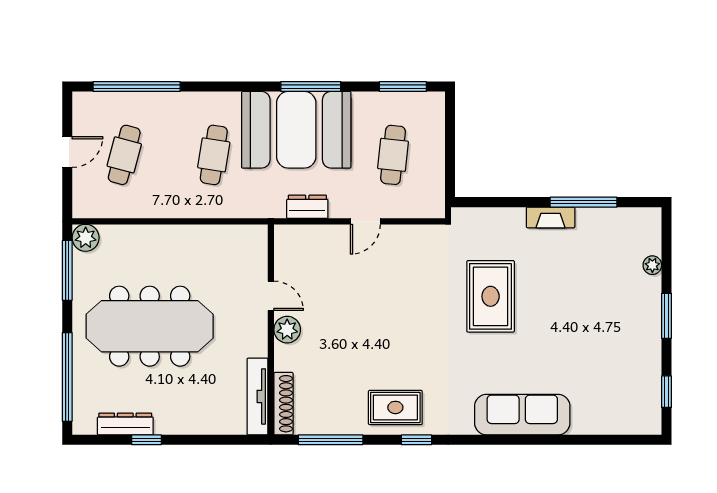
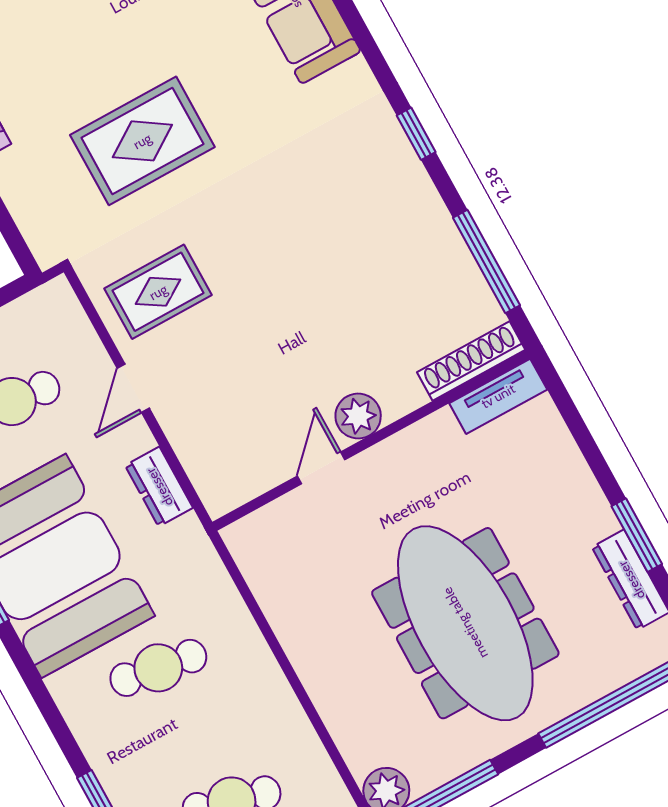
door: (365, 221) -> (133, 388), swing flipped
tv unit: (258, 396) -> (498, 396), width x0.71
rug: (395, 407) -> (158, 292), moved, turned 90
window: (146, 440) -> (637, 535), width x1.50

